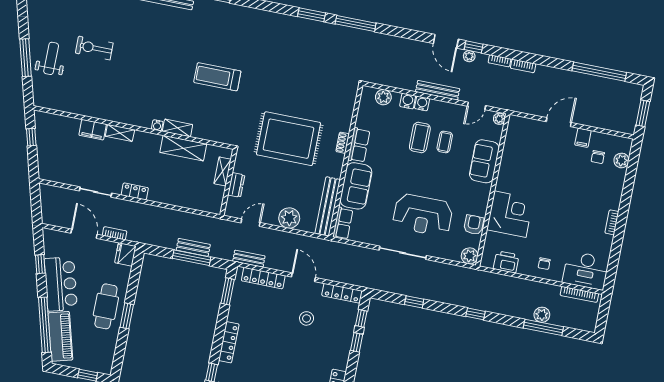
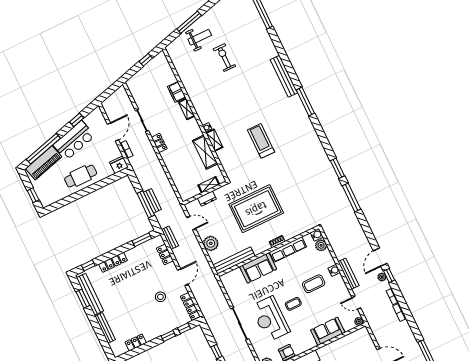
water cooler: (408, 101) -> (317, 235), moved
rug: (289, 139) -> (256, 209), turned 90
coffee table: (445, 142) -> (293, 304), moved
row of seats: (359, 145) -> (288, 249), width x1.48
row of seats: (343, 223) -> (231, 276), removed
locker: (263, 278) -> (165, 254), width x0.66
window: (127, 316) -> (84, 192), removed

